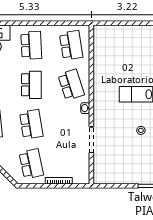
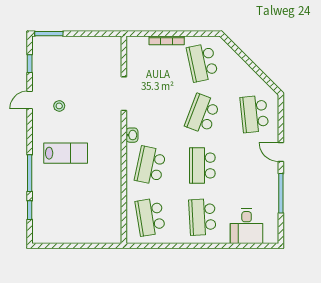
school desk: (71, 85) -> (150, 166), turned 30
school desk: (31, 124) -> (202, 114), turned 30

